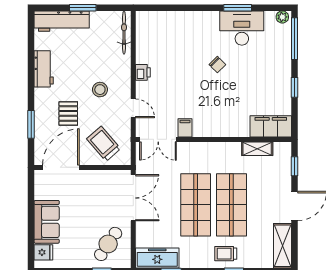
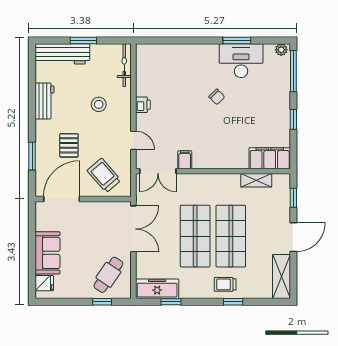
stool: (100, 90) -> (99, 104), moved

